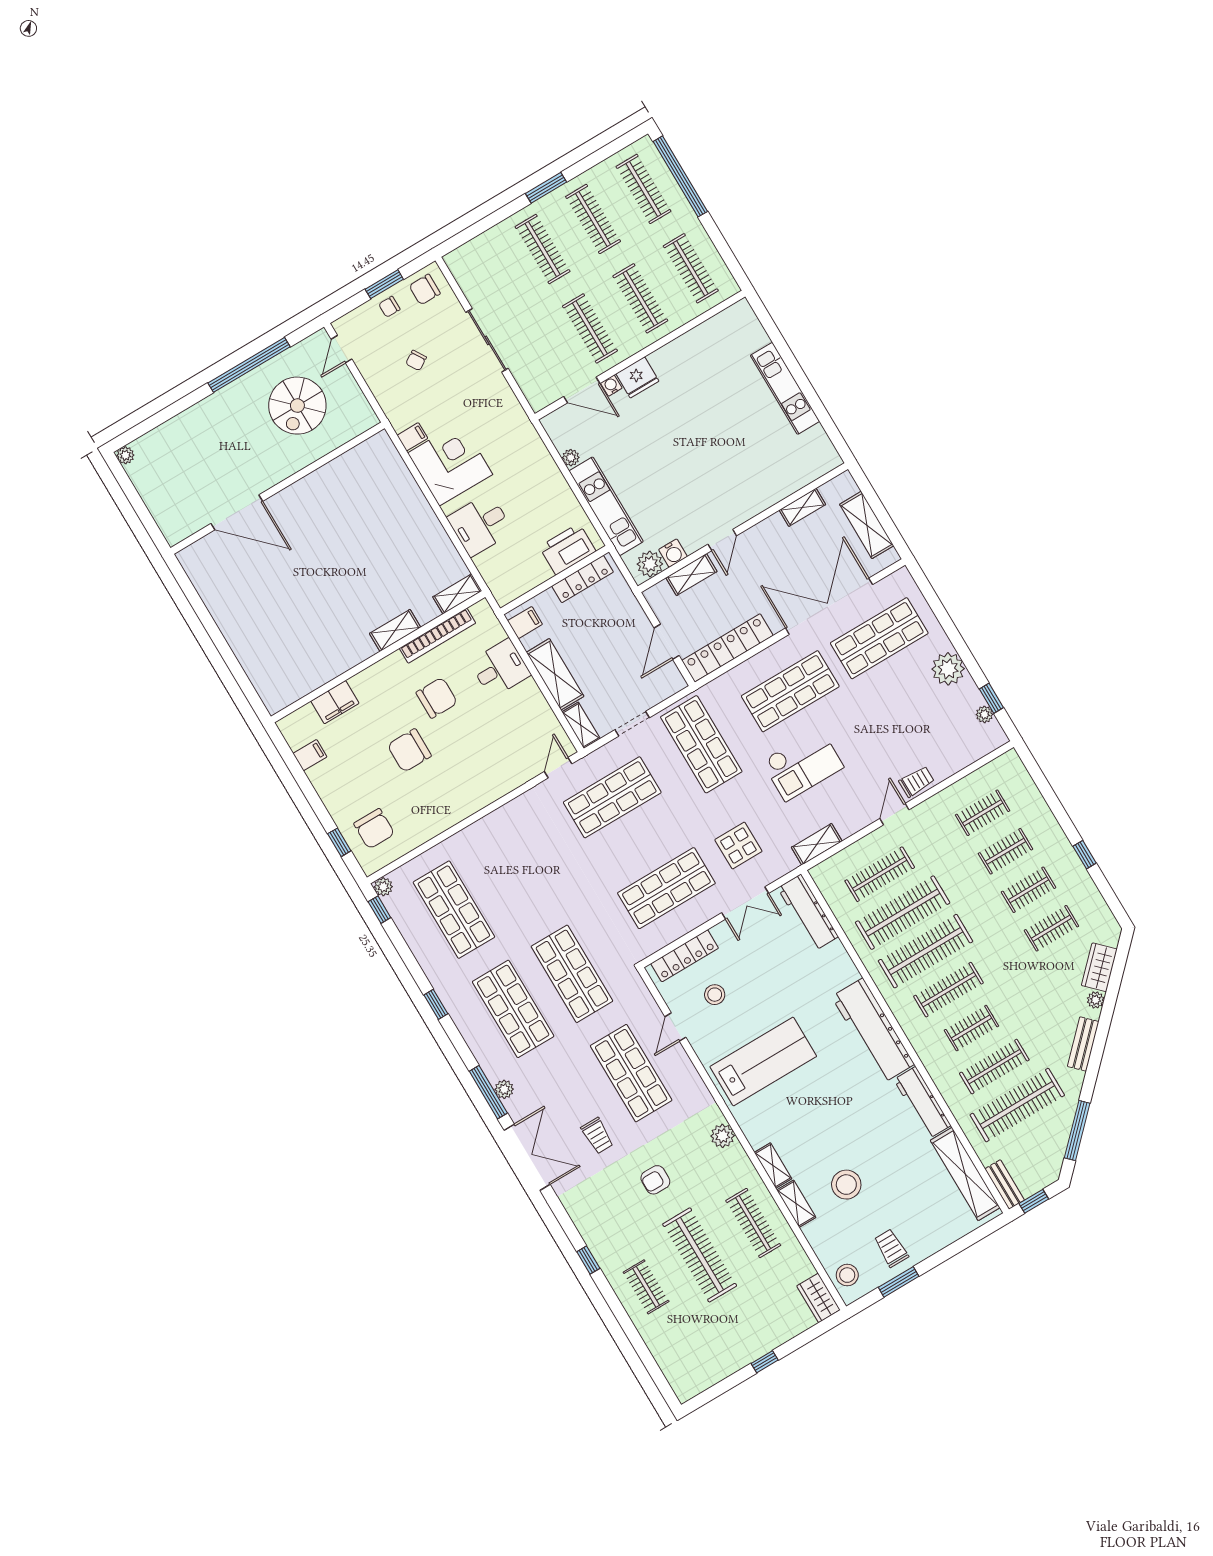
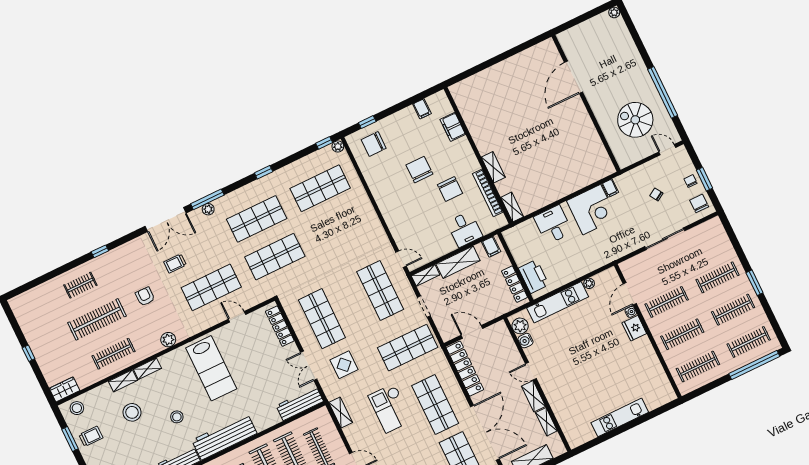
shelving: (691, 575) -> (533, 396), moved
stool: (715, 995) -> (177, 417), moved

